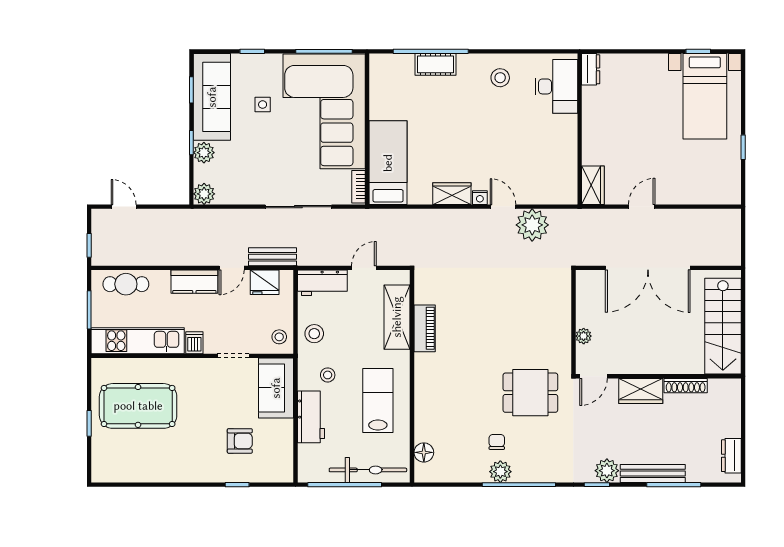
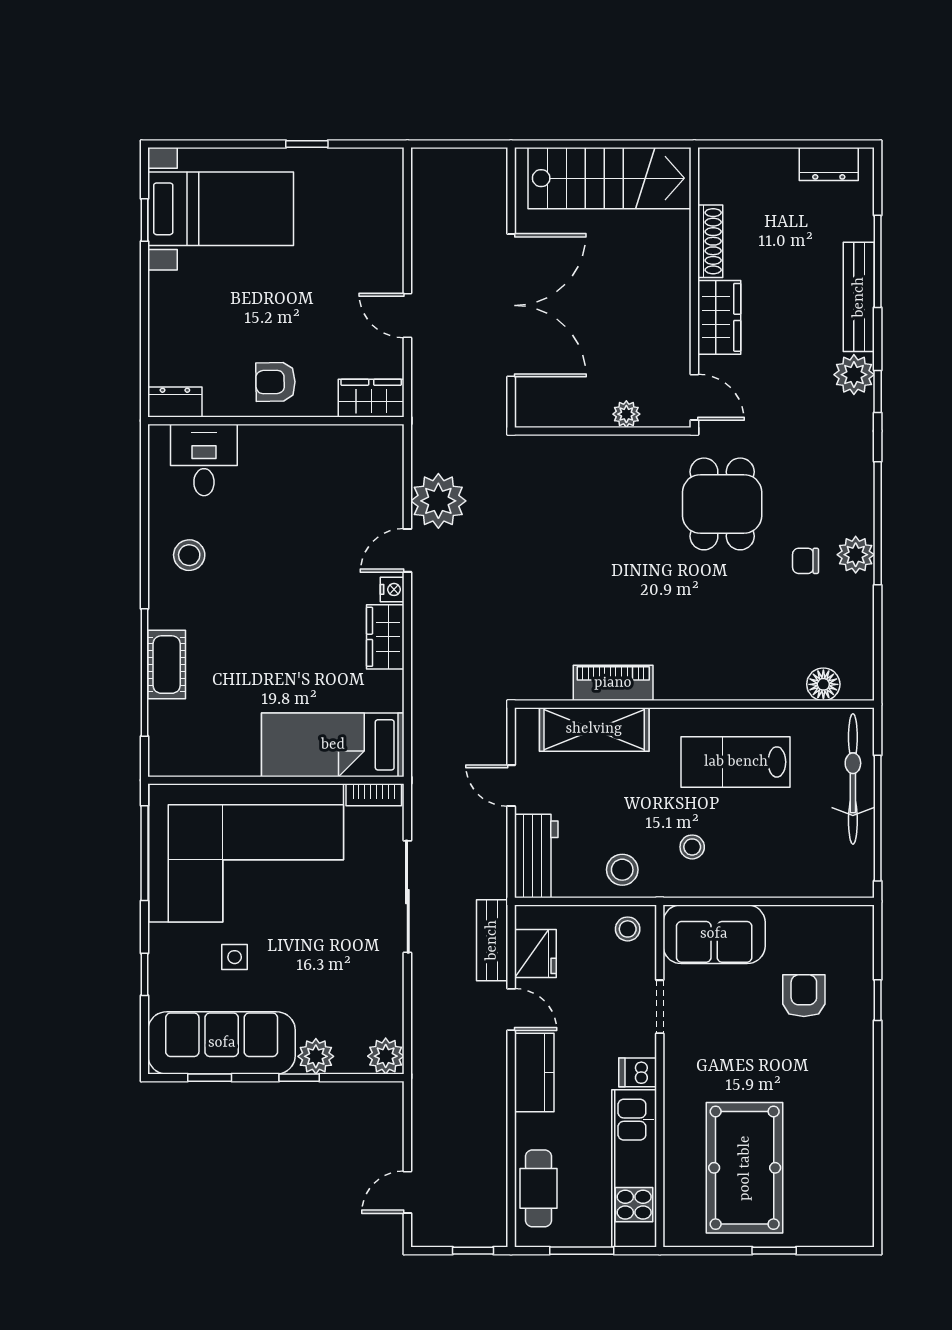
desk: (556, 86) -> (204, 460), width x0.73
armchair: (603, 129) -> (276, 382), added
workbench: (311, 417) -> (763, 875), removed

